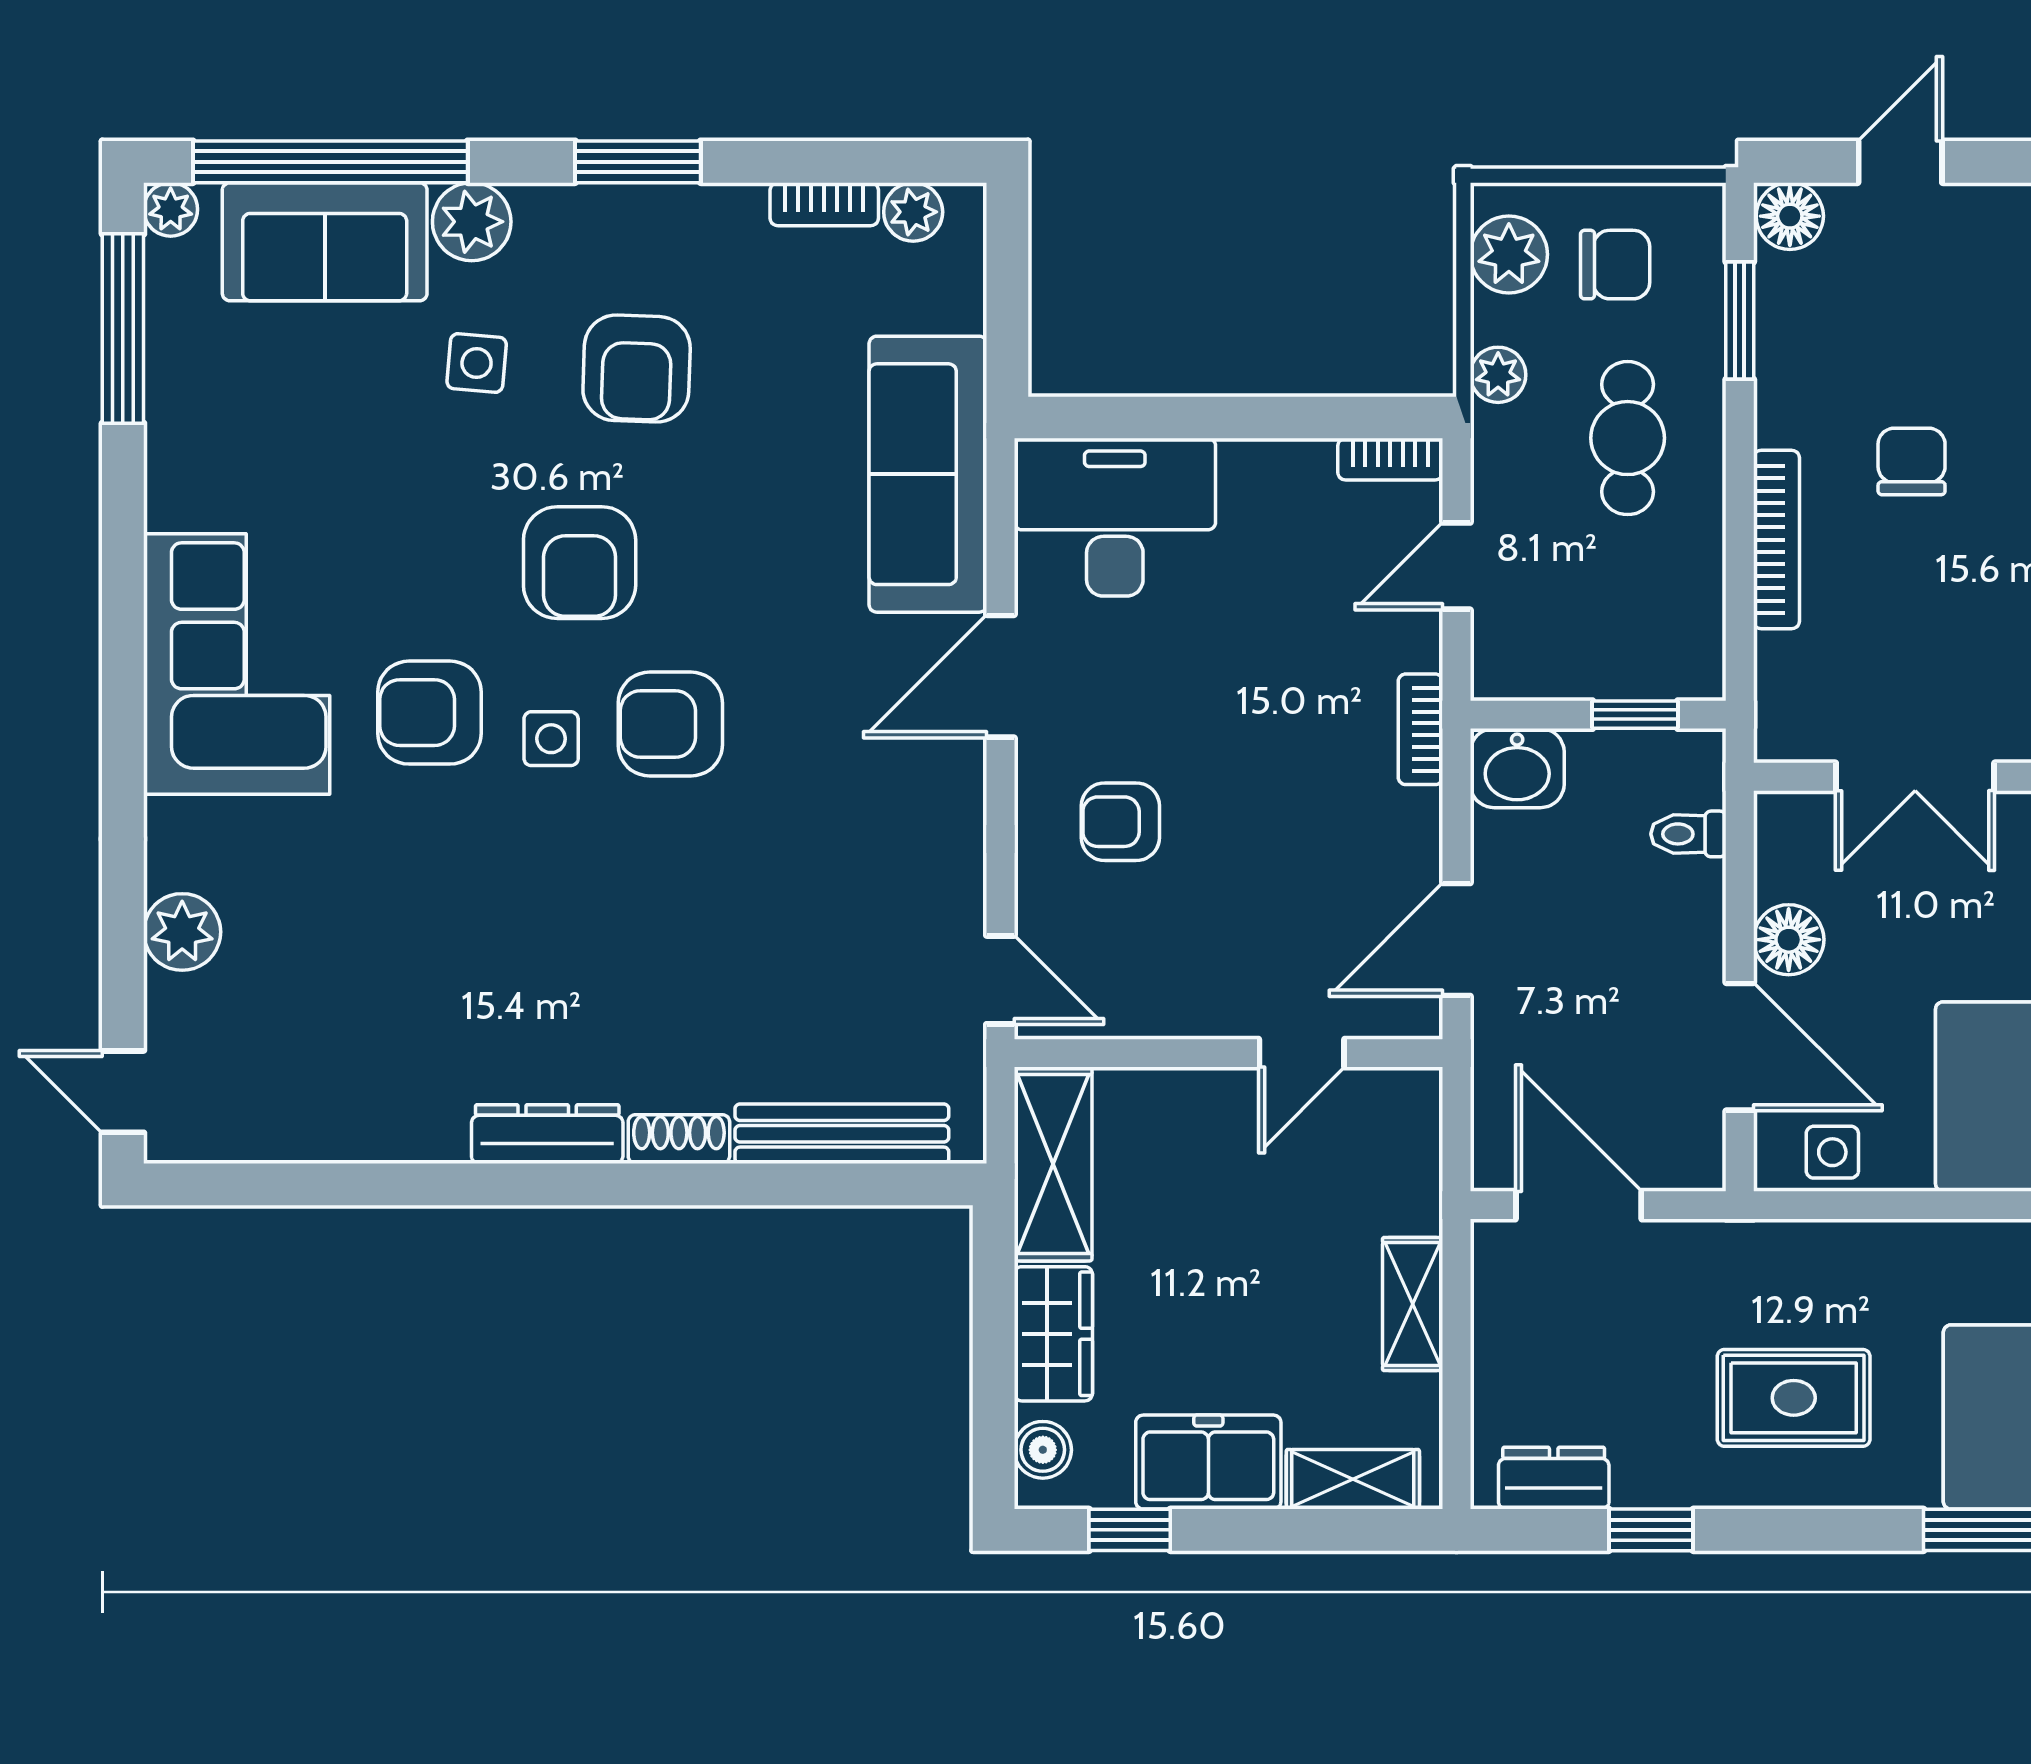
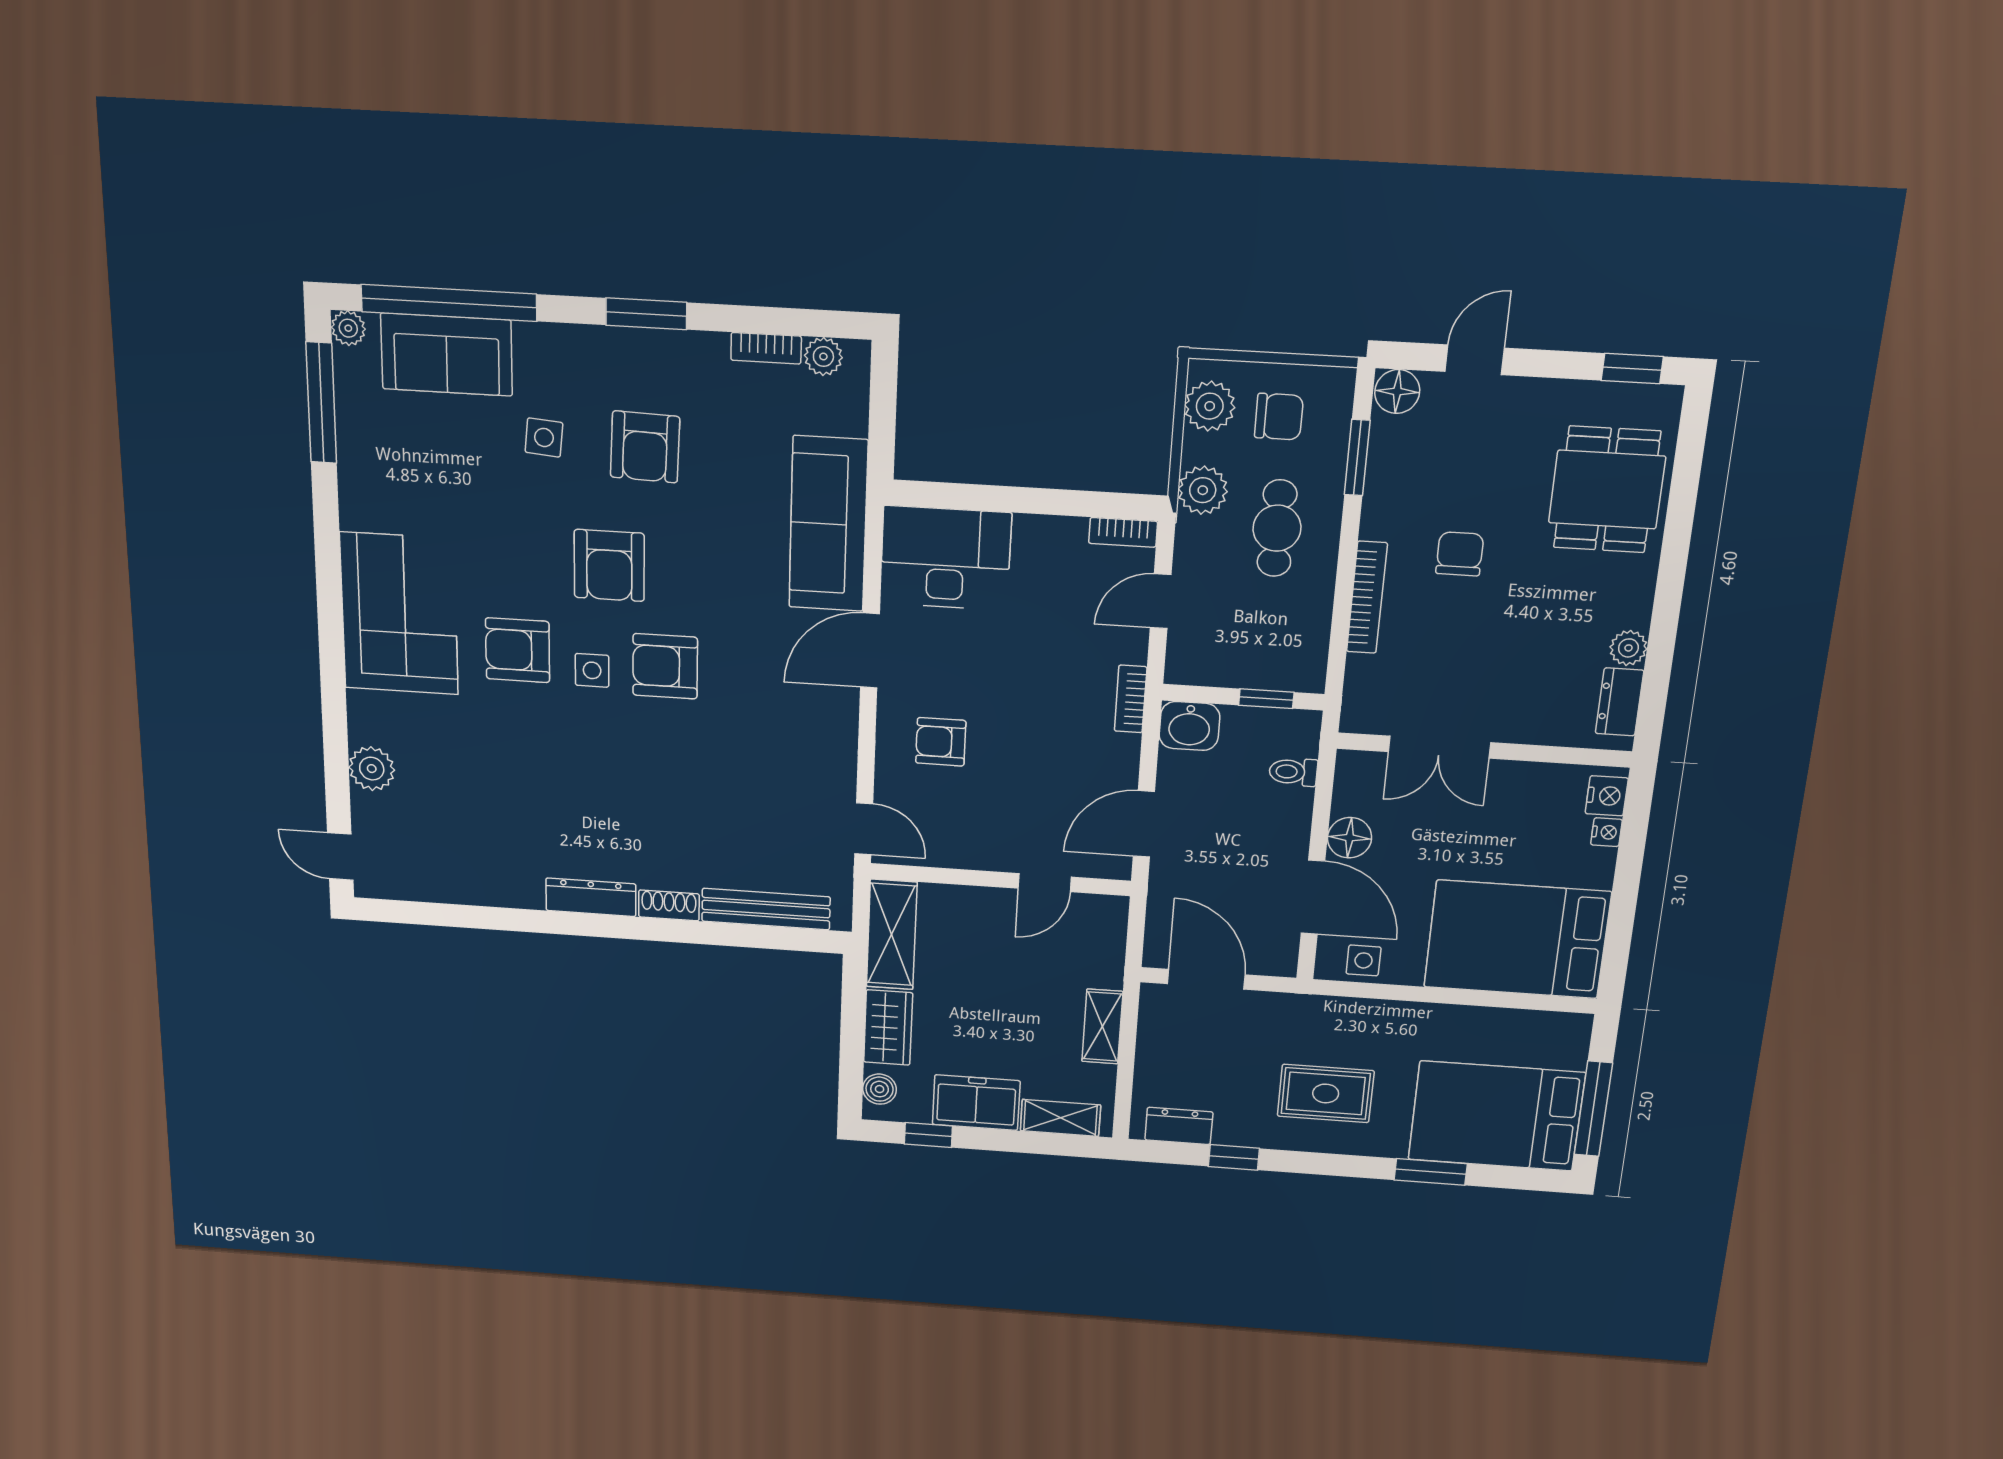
plant: (472, 222) -> (540, 347), removed
plant: (1498, 375) -> (1203, 490), width x1.38, depth x1.38

